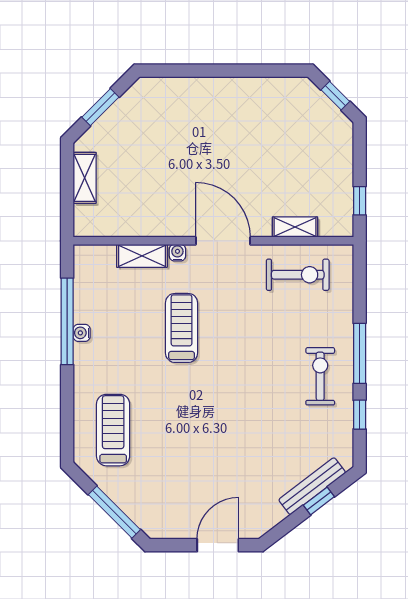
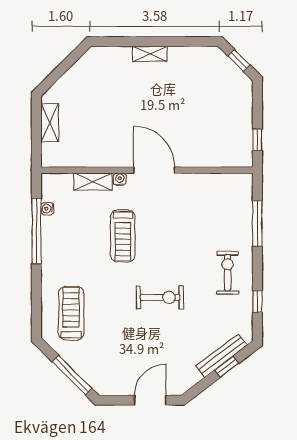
window: (100, 107) -> (61, 69), removed
shelving: (295, 227) -> (150, 54), moved
exercise bike: (298, 275) -> (160, 297), moved
treadmill: (182, 328) -> (123, 236), turned 180
water cooler: (82, 333) -> (47, 209), moved
window: (360, 353) -> (257, 223), moved

